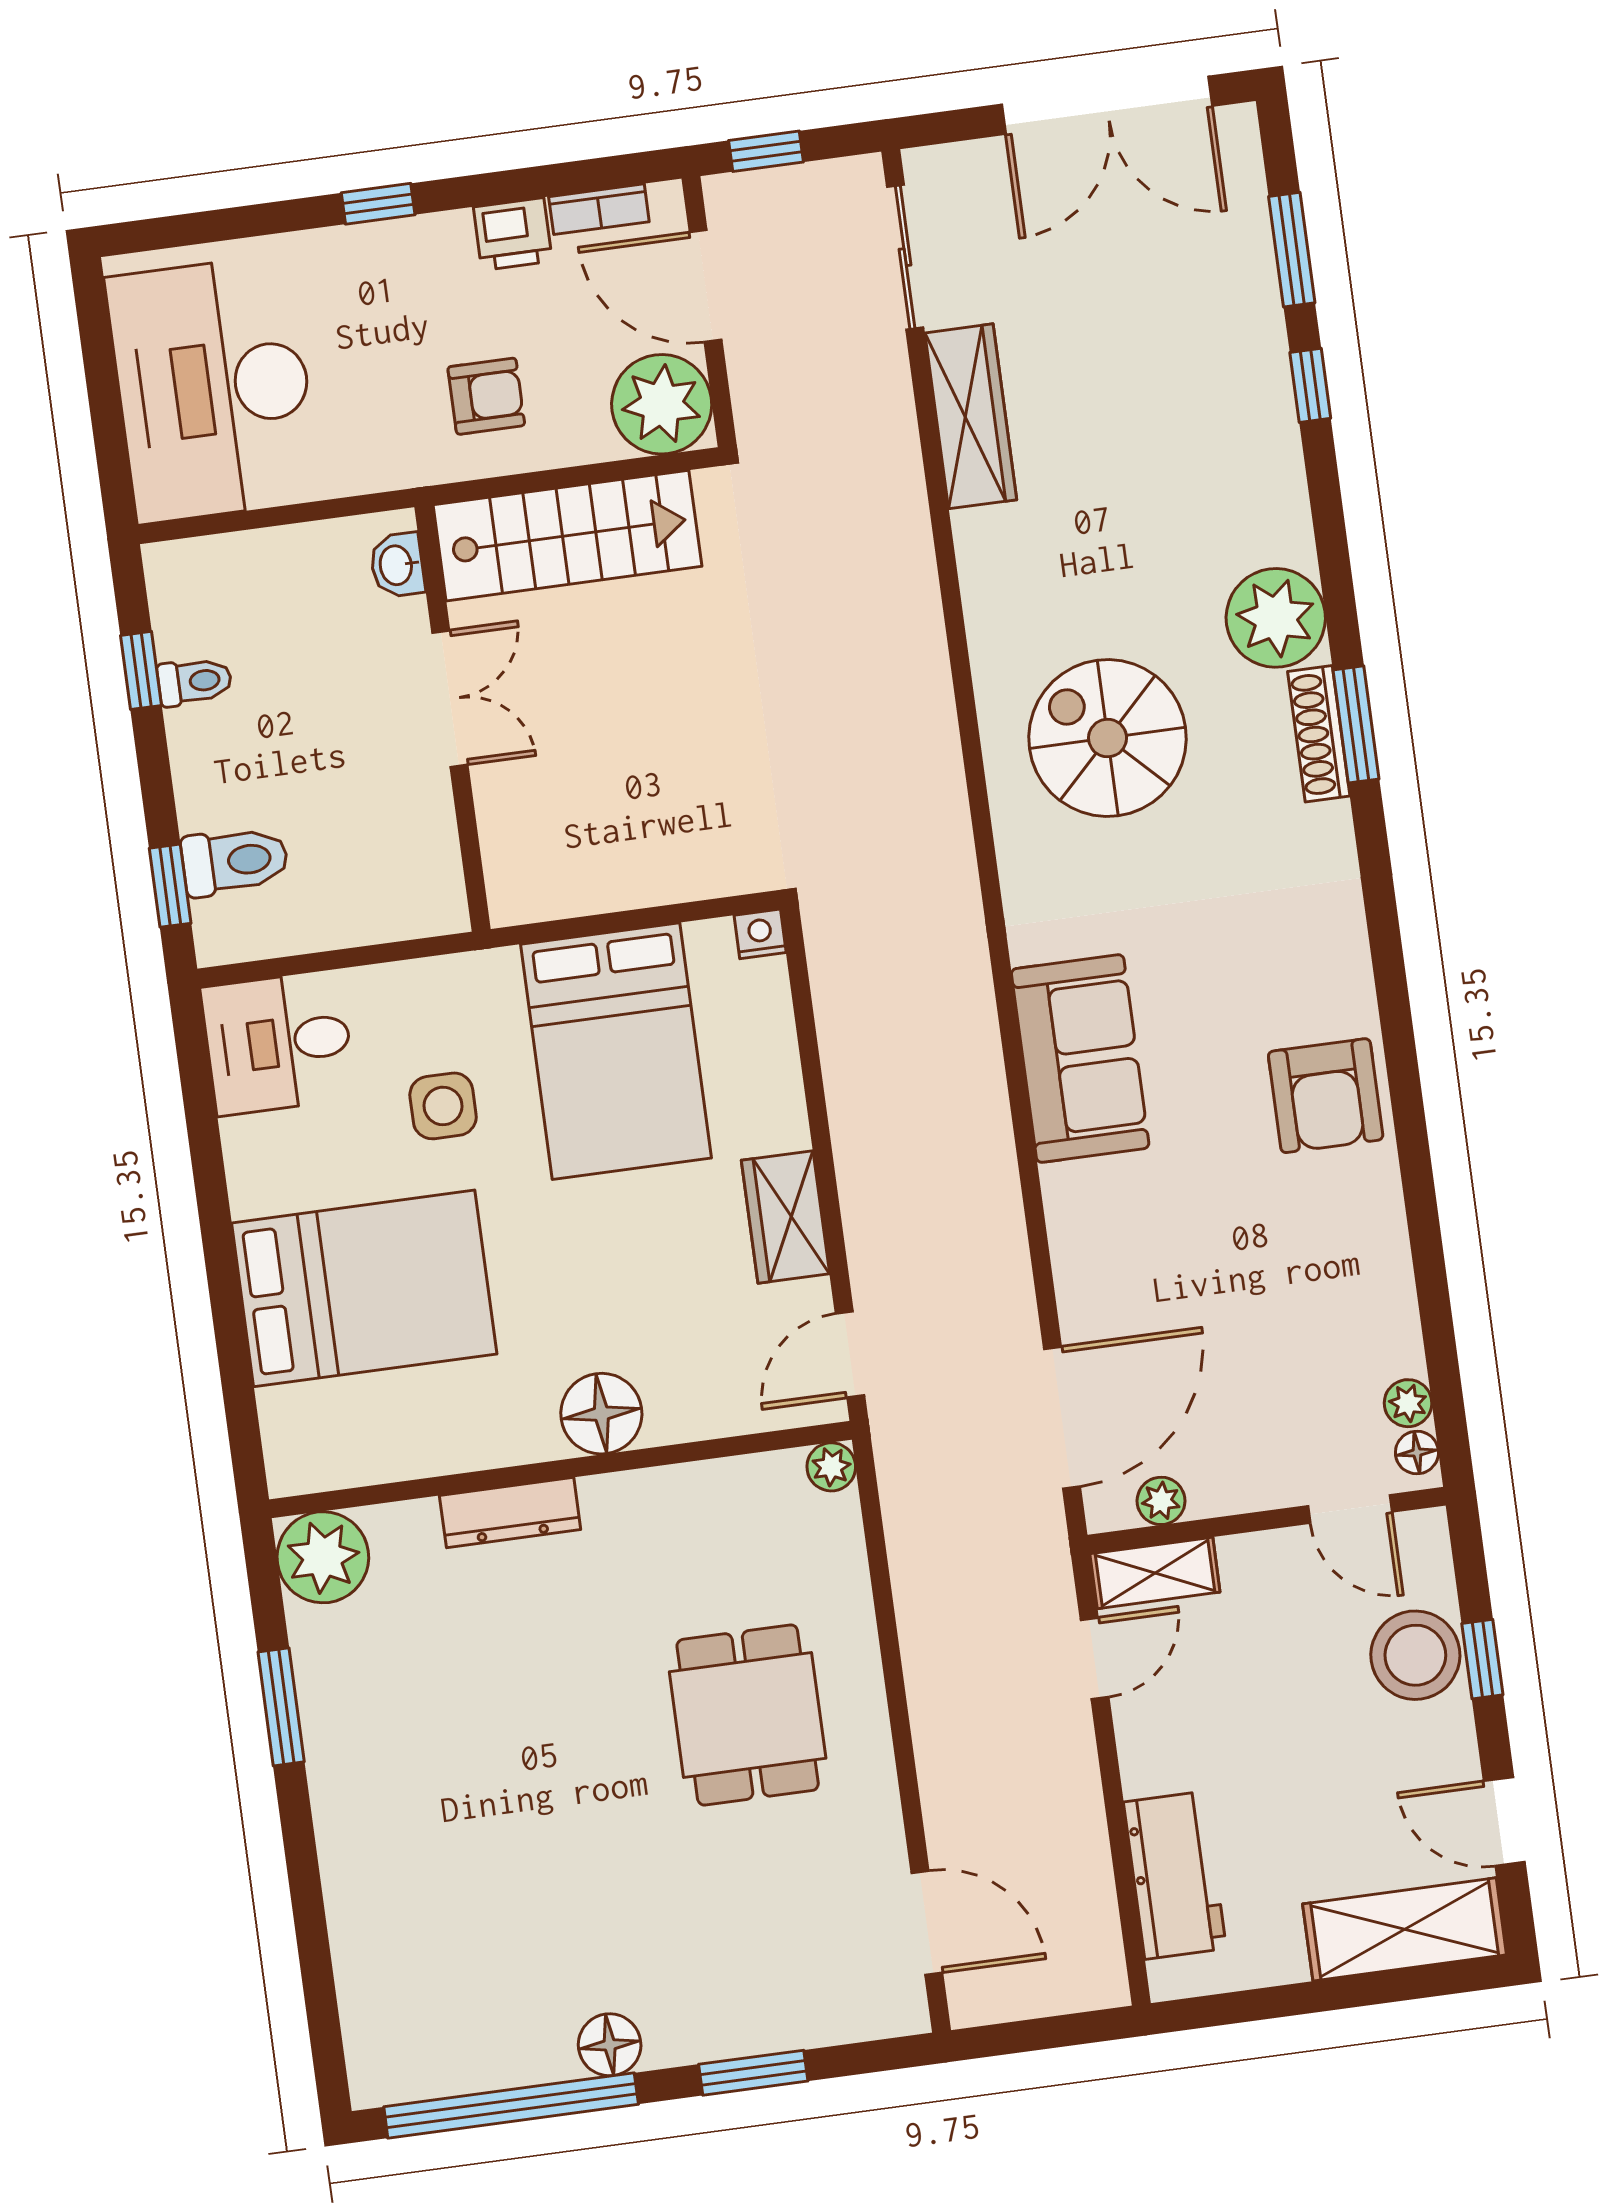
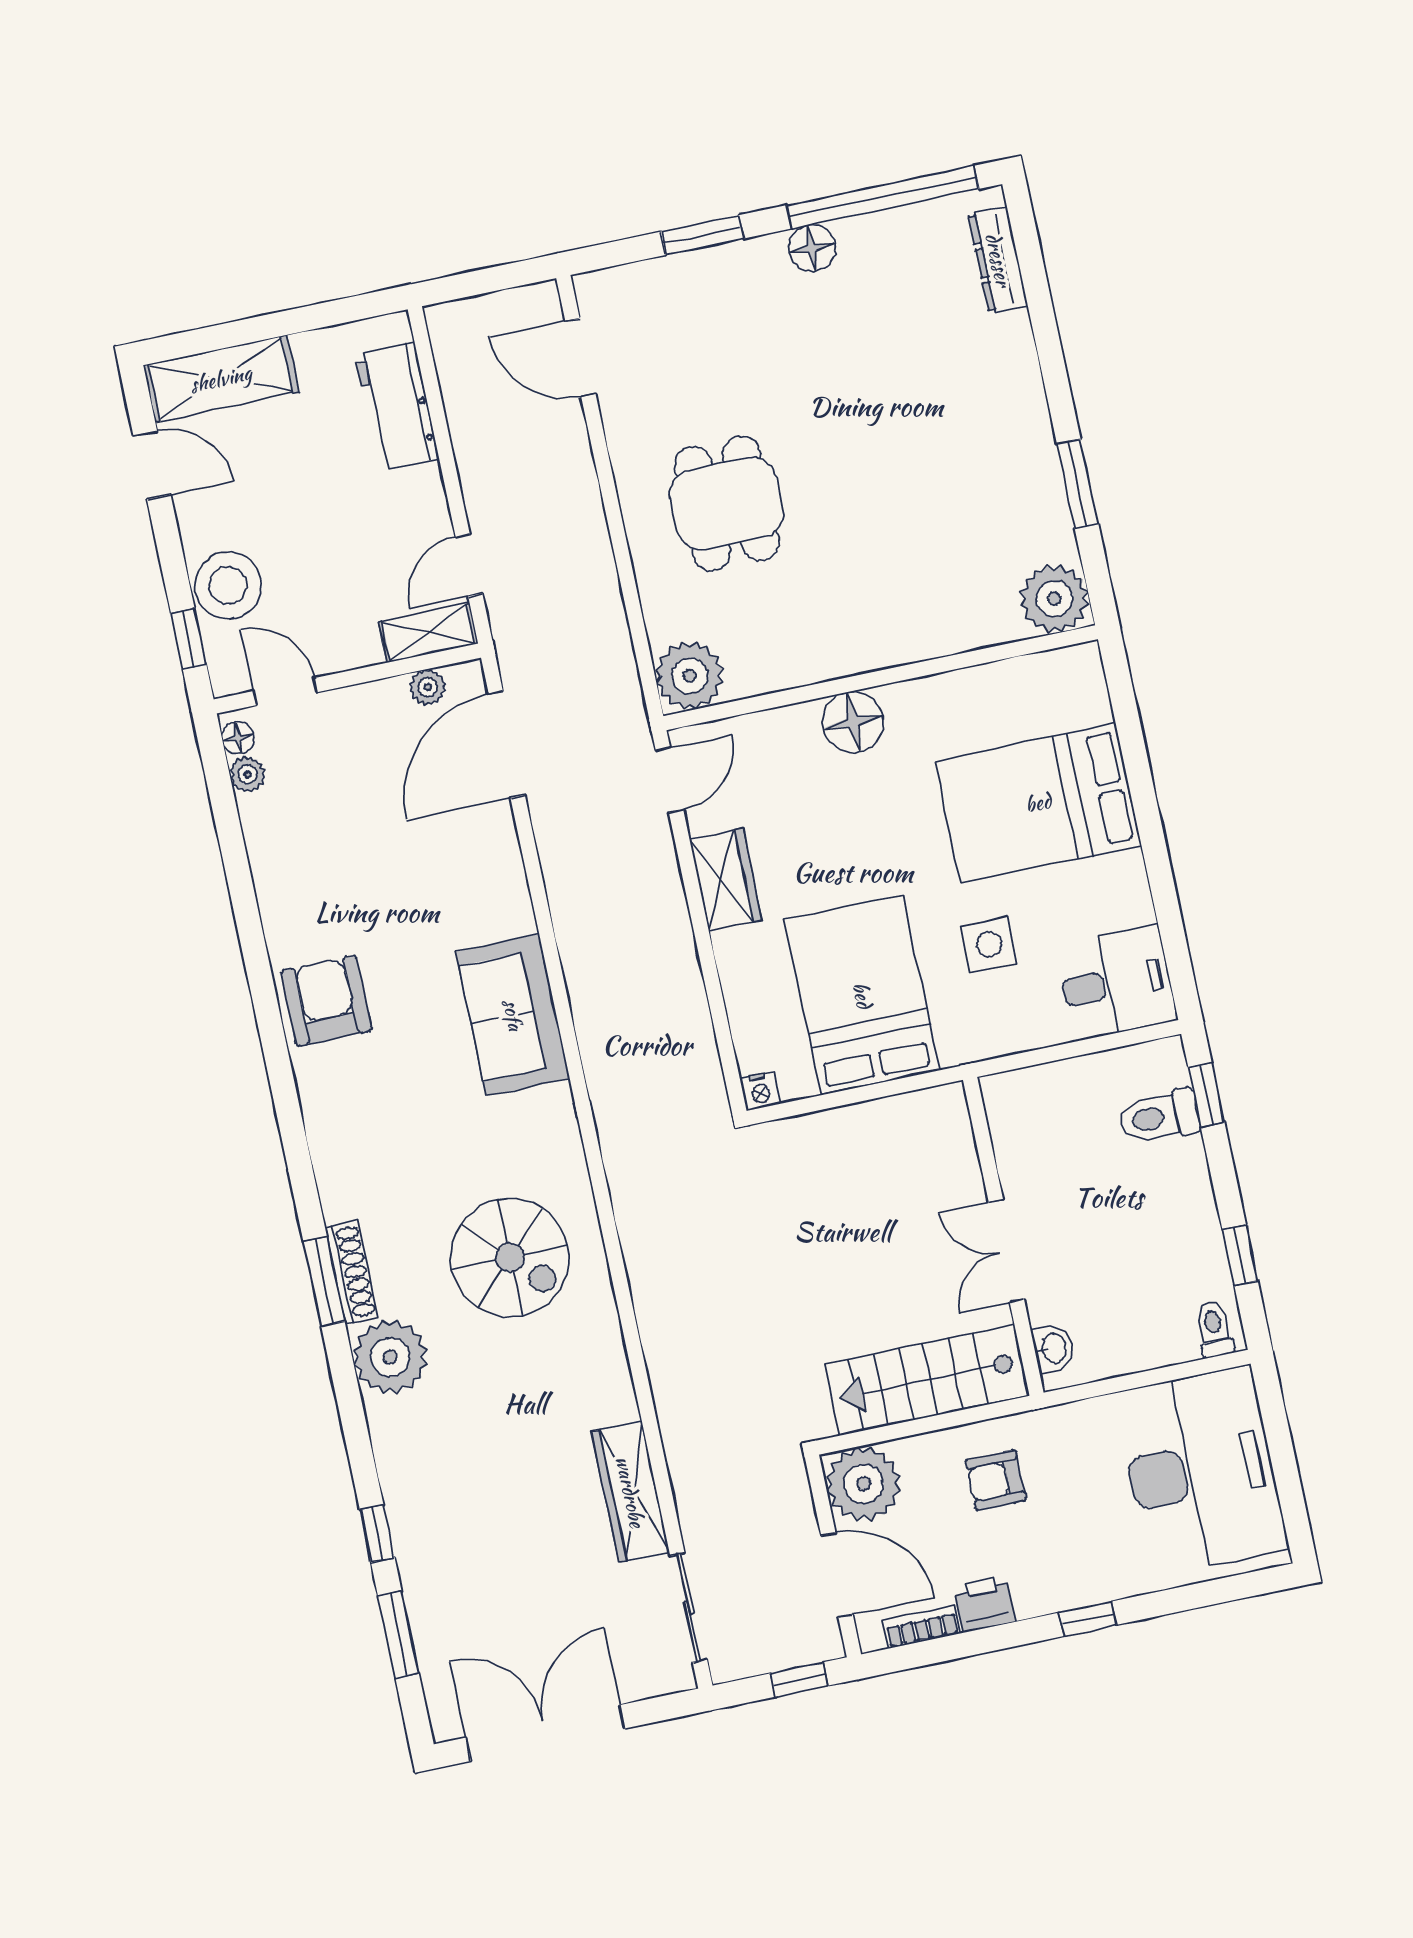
toilet: (195, 682) -> (1214, 1329), moved, turned 90
plant: (831, 1467) -> (690, 676), width x1.88, depth x1.88
dresser: (510, 1513) -> (998, 260), moved, turned -90
window: (1482, 1659) -> (189, 639), moved

